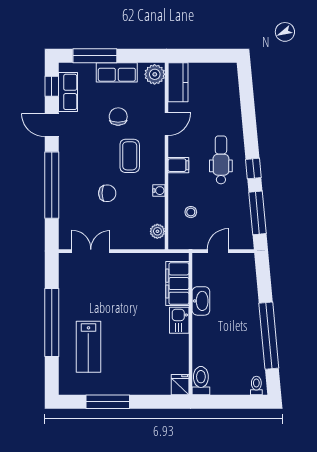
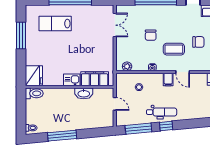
door: (166, 124) -> (183, 72), moved
dental chair: (221, 160) -> (162, 112), moved
window: (269, 336) -> (62, 136), width x0.68
fridge: (180, 385) -> (34, 76), width x1.88, depth x1.34

